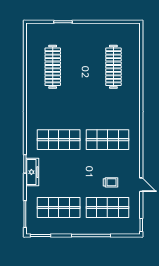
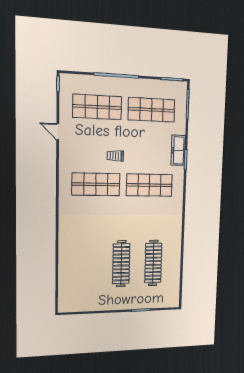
clothes rail: (113, 67) -> (121, 264), moved
trolley: (111, 182) -> (115, 156), moved

